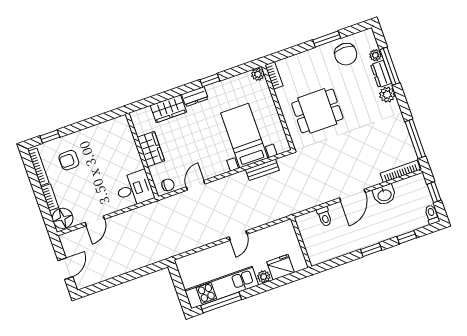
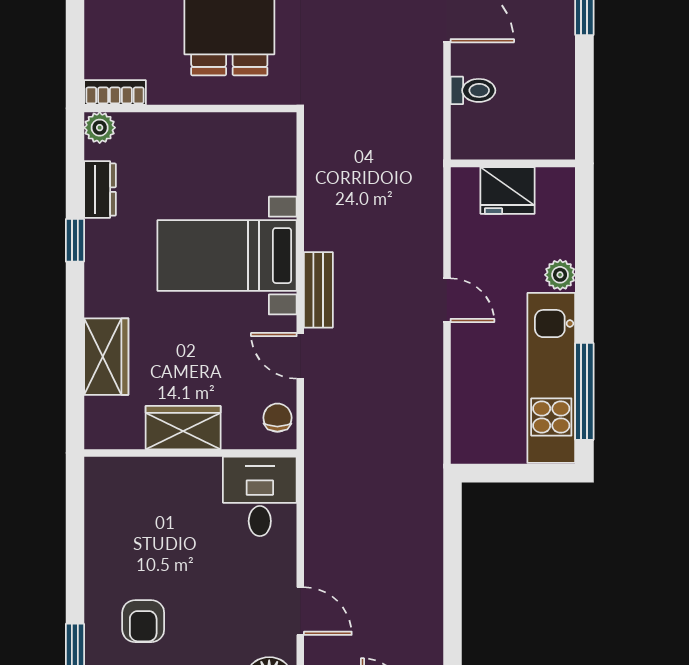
dresser: (195, 97) -> (100, 190), moved
bed with nightstands: (244, 136) -> (227, 256), moved
bench: (262, 170) -> (318, 290), moved
fridge: (280, 267) -> (508, 190), moved, turned -90

